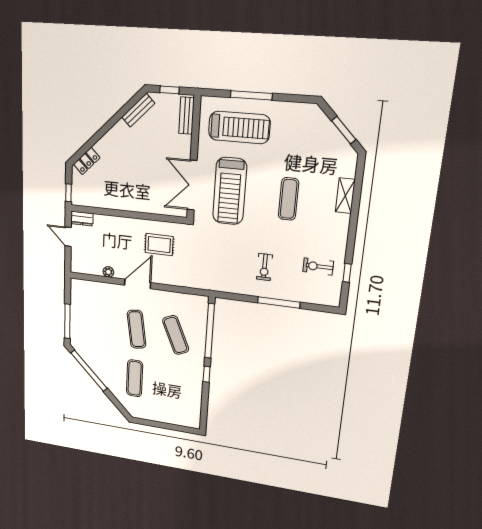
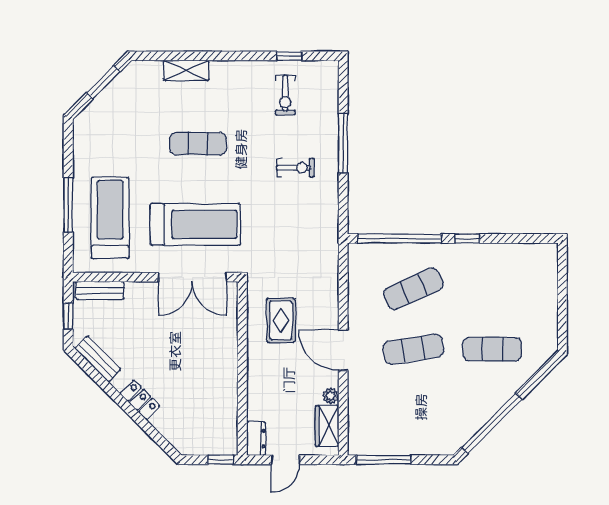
locker: (87, 161) -> (140, 400), moved
wardrobe: (89, 267) -> (327, 426), added
window: (67, 321) -> (384, 460), moved

